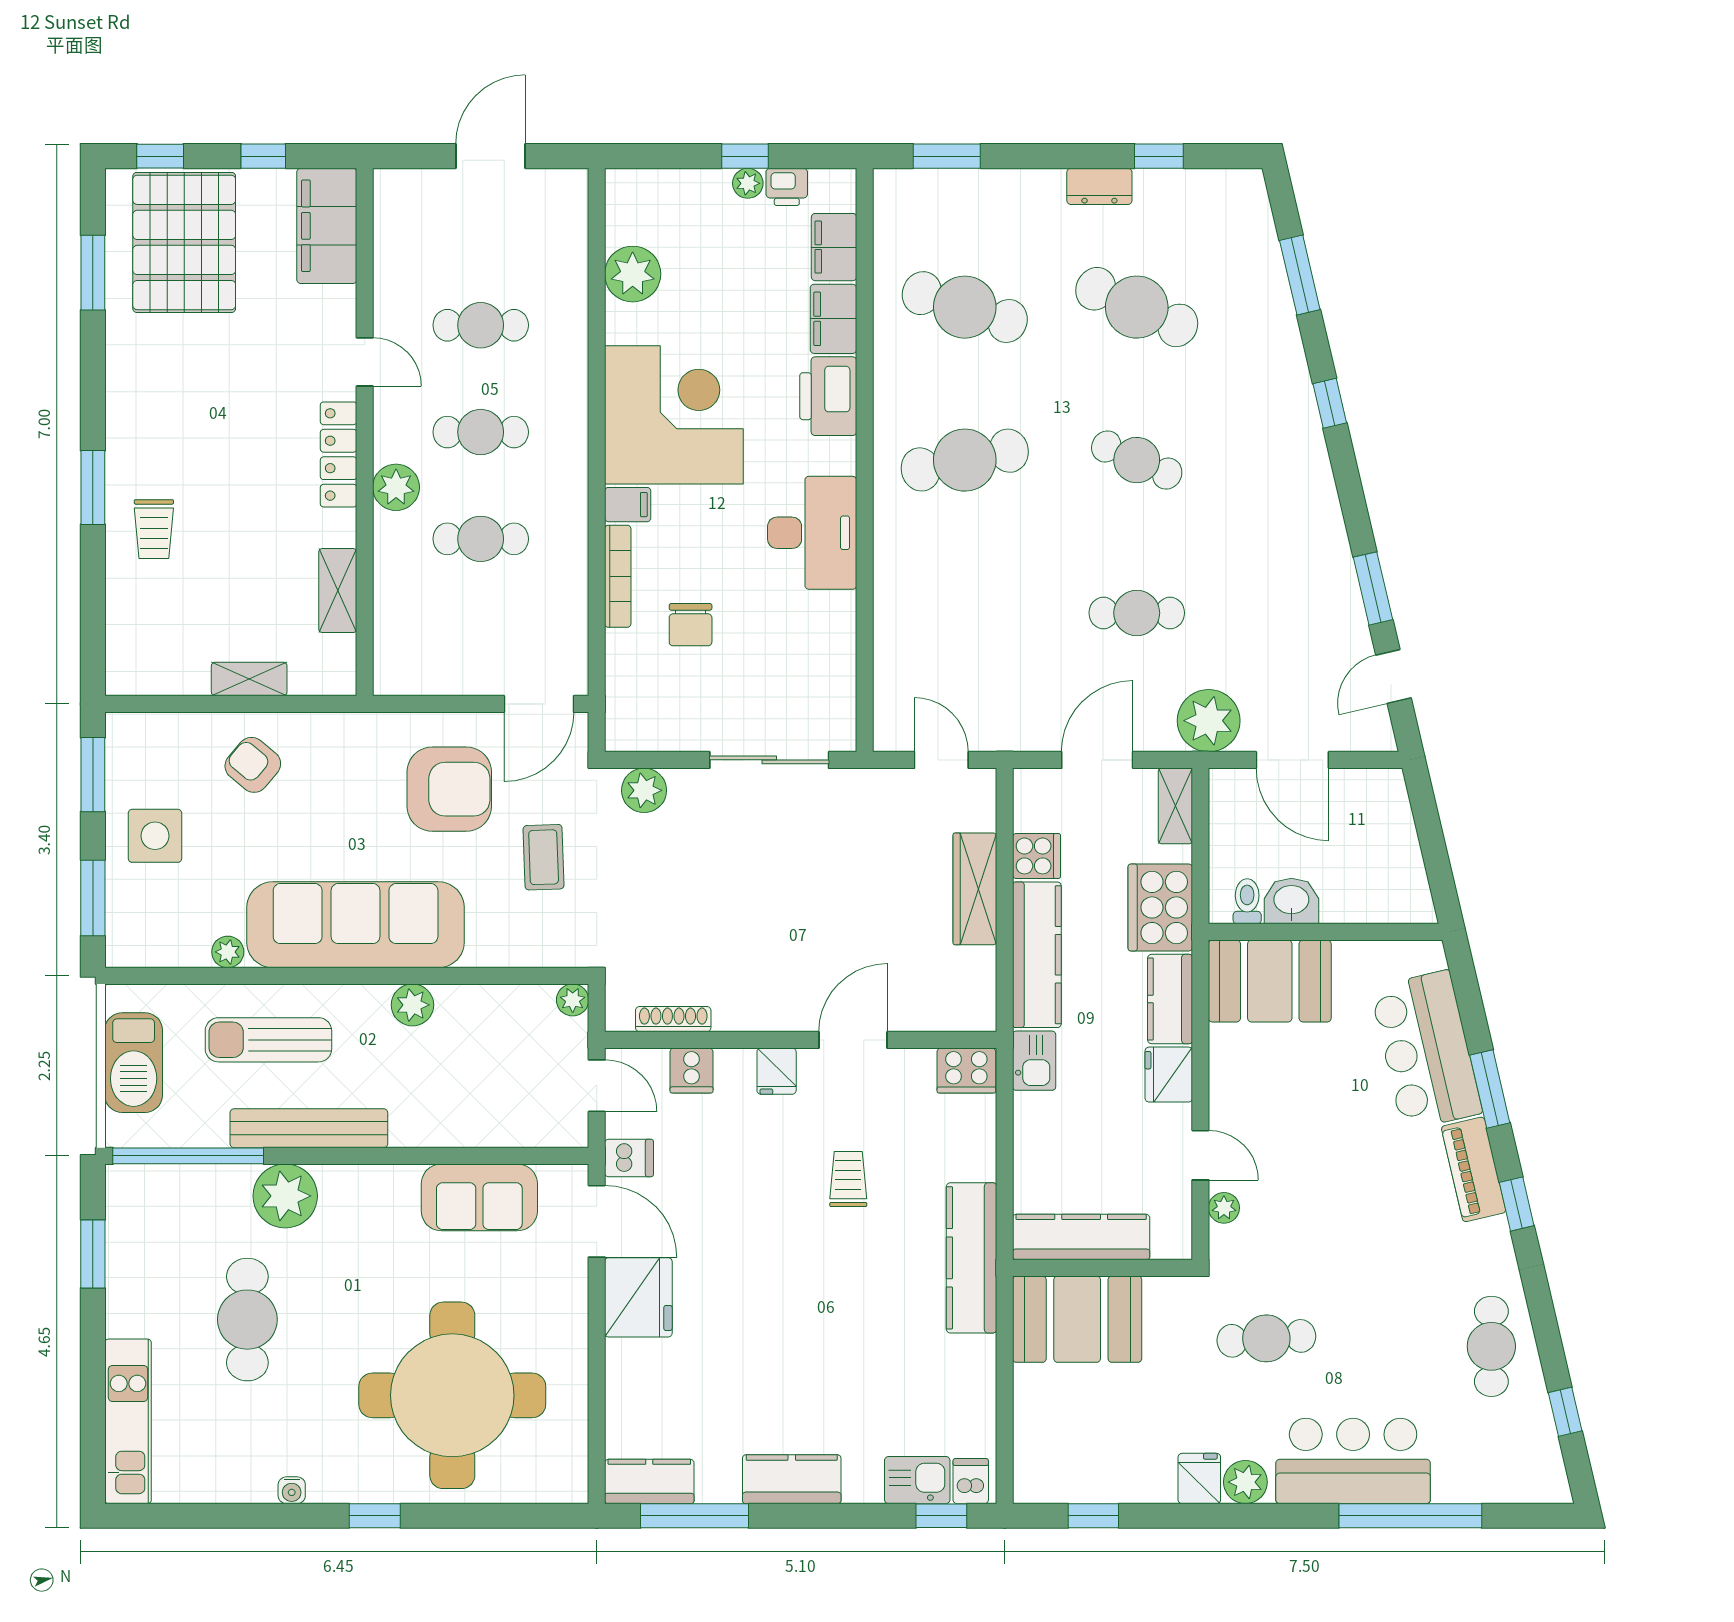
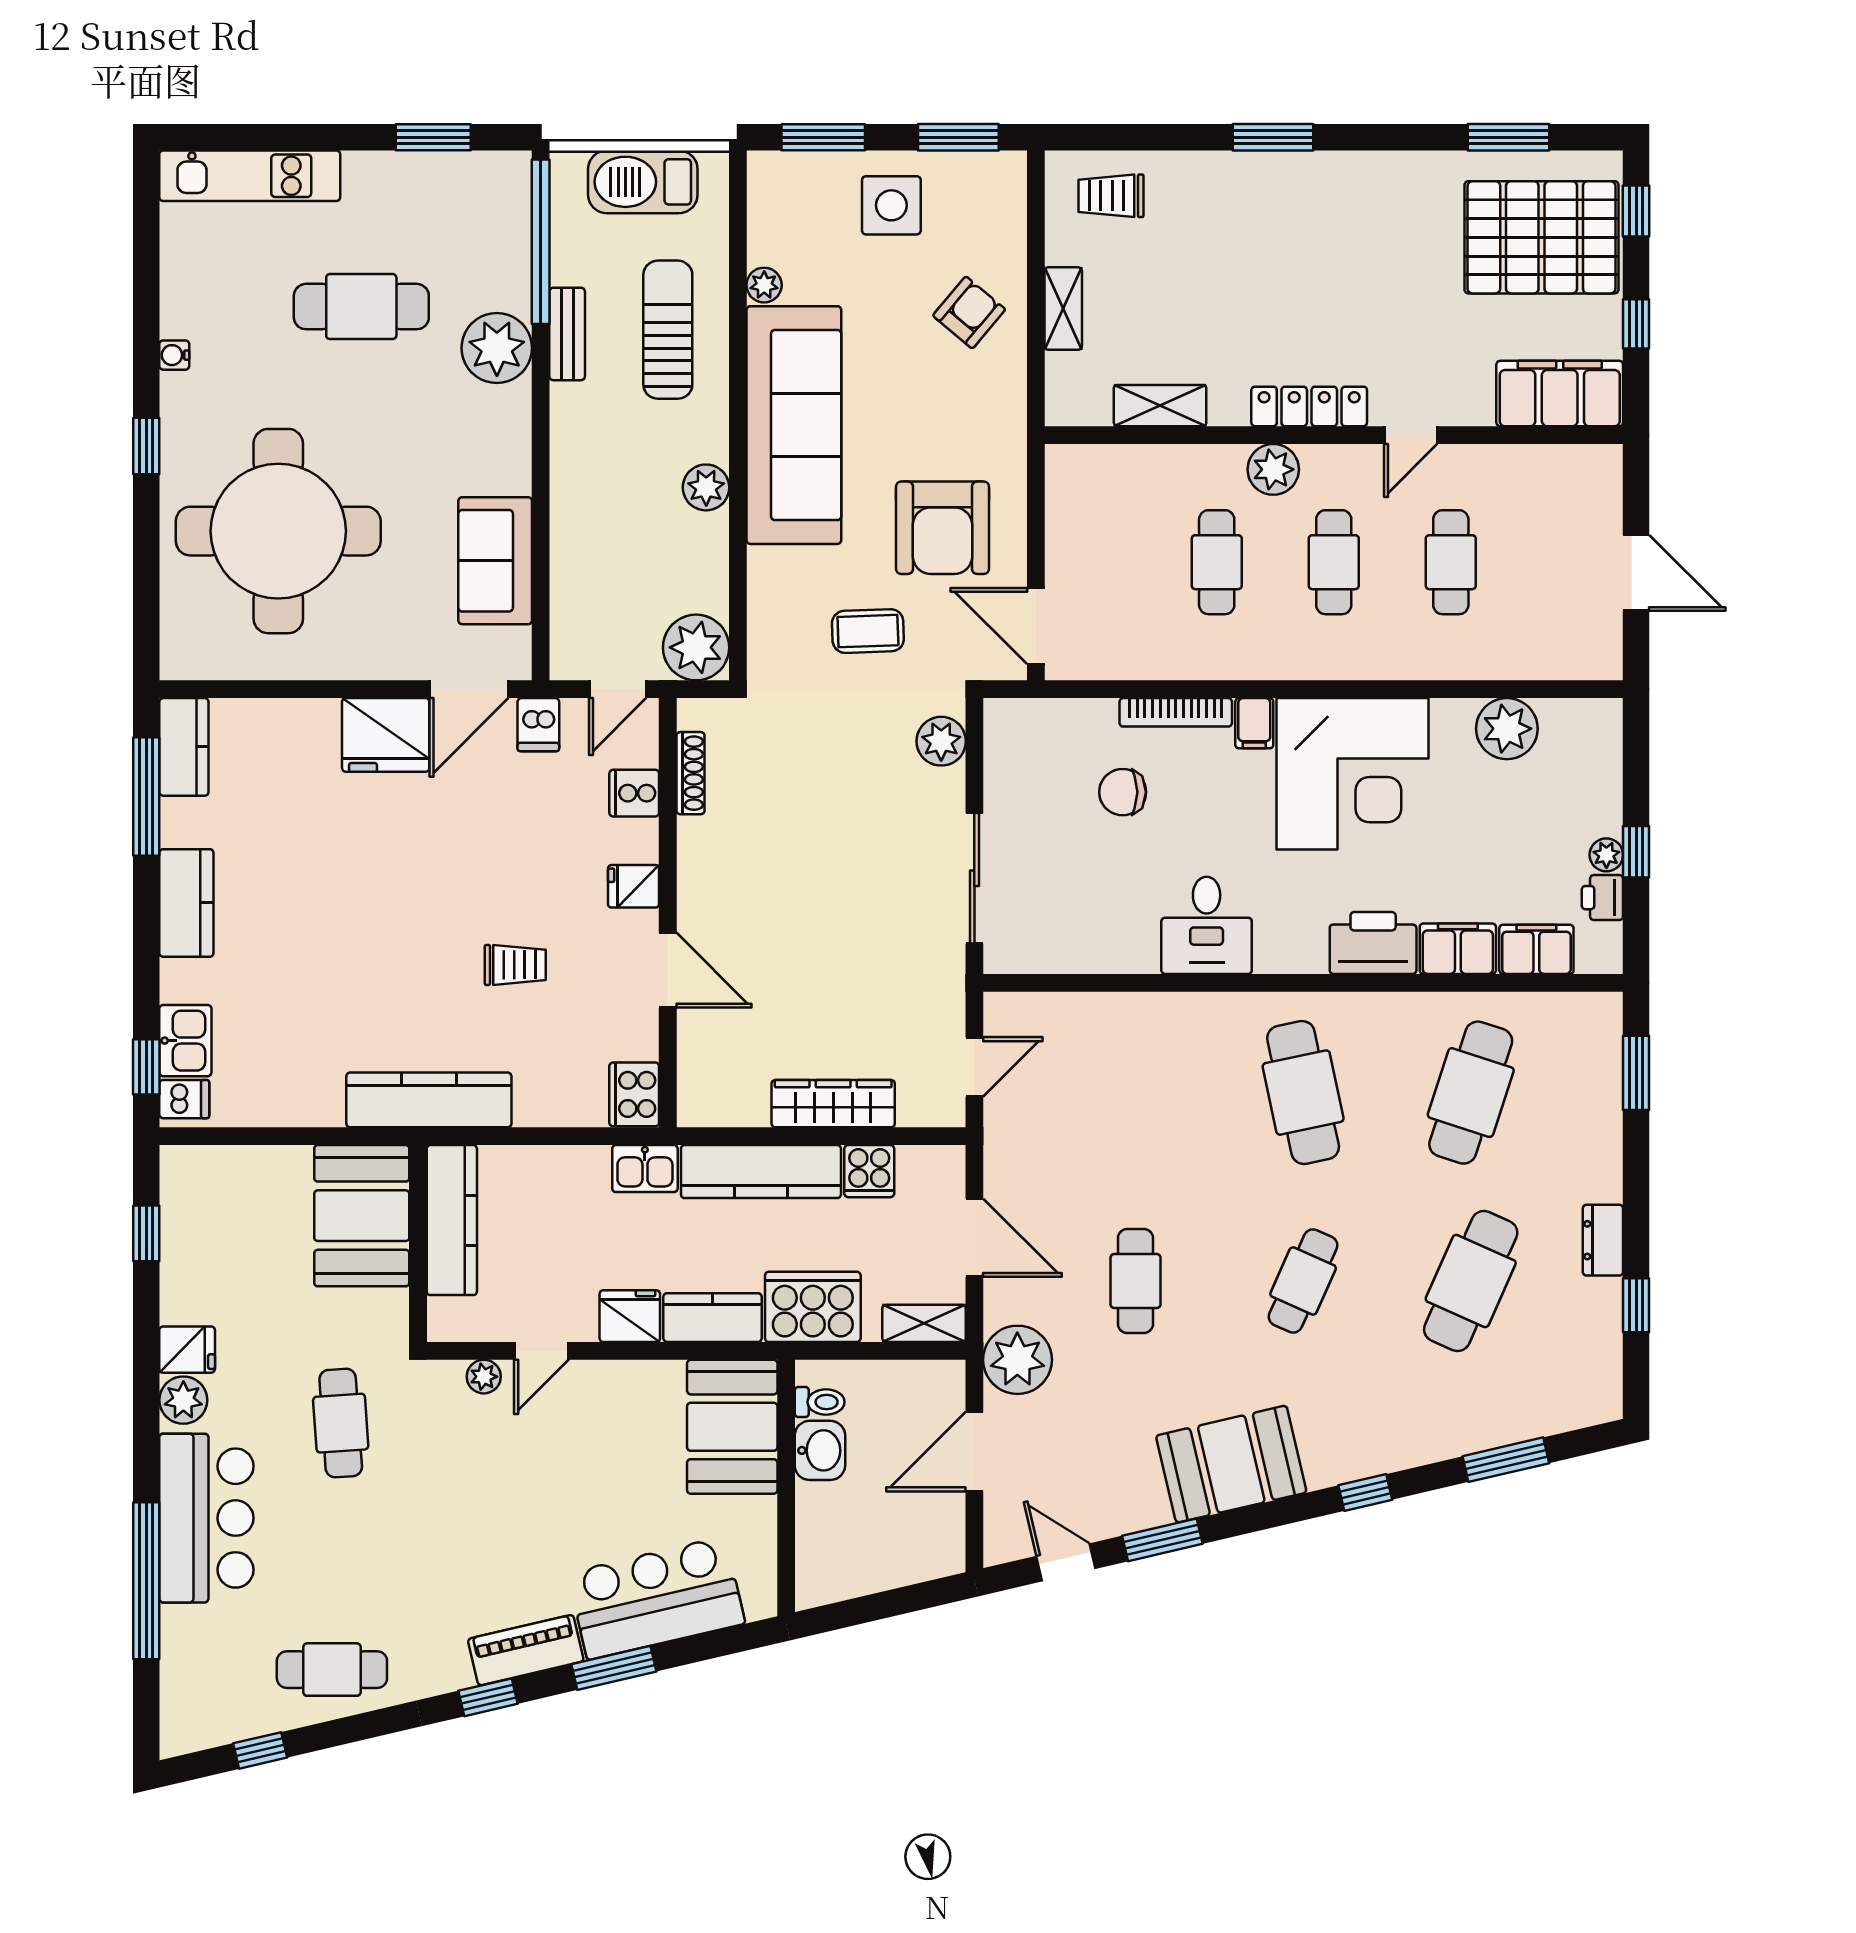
booth: (1304, 526) -> (1231, 1464), added
trolley: (154, 529) -> (1111, 196), moved
desk: (812, 533) -> (1207, 925), width x0.73
plant: (573, 1000) -> (696, 647), width x1.88, depth x1.88
bench: (309, 1128) -> (567, 334), width x0.54, depth x0.82

